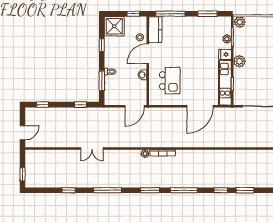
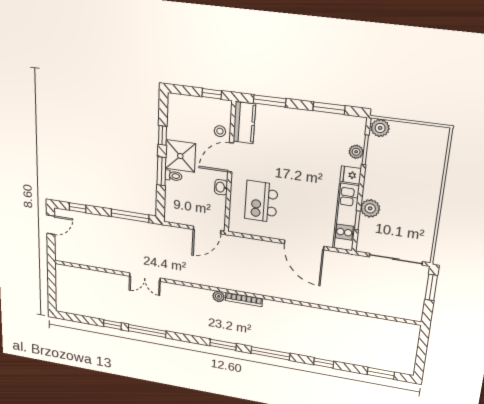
window: (170, 14) -> (270, 101), width x0.69
shower: (114, 26) -> (180, 156), moved
plant: (239, 61) -> (370, 208), moved
window: (102, 81) -> (161, 171), moved
kitchen island: (170, 81) -> (261, 202), turned 180
window: (81, 105) -> (130, 216), width x2.17
door: (200, 106) -> (304, 245), hinge flipped
door: (22, 133) -> (51, 225), moved
window: (22, 174) -> (52, 294), removed
window: (108, 190) -> (147, 331), moved
window: (245, 190) -> (381, 373), moved

